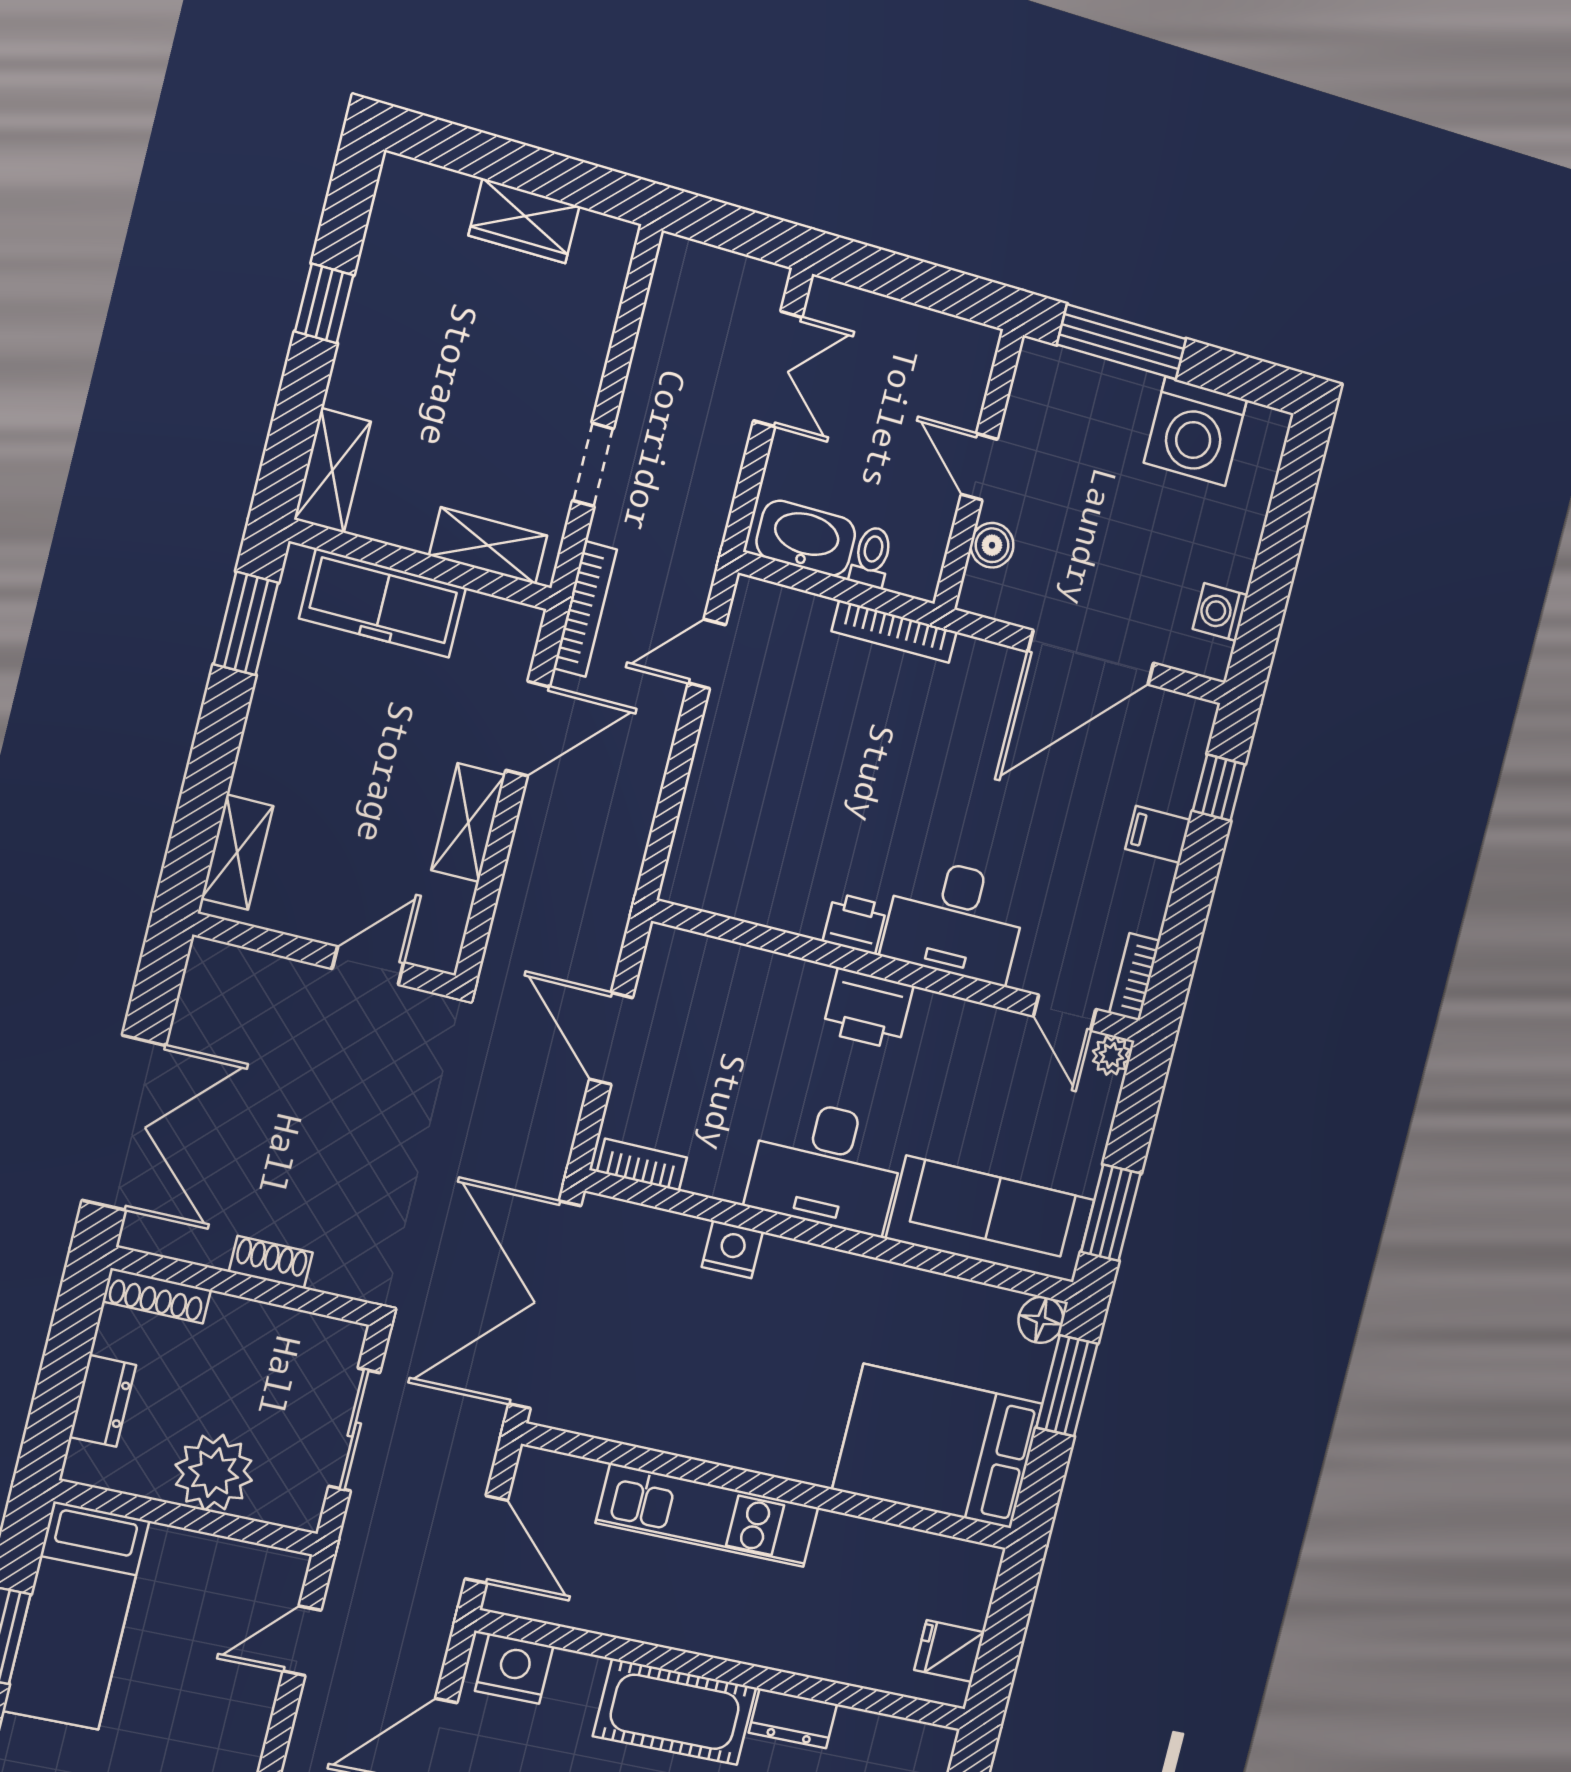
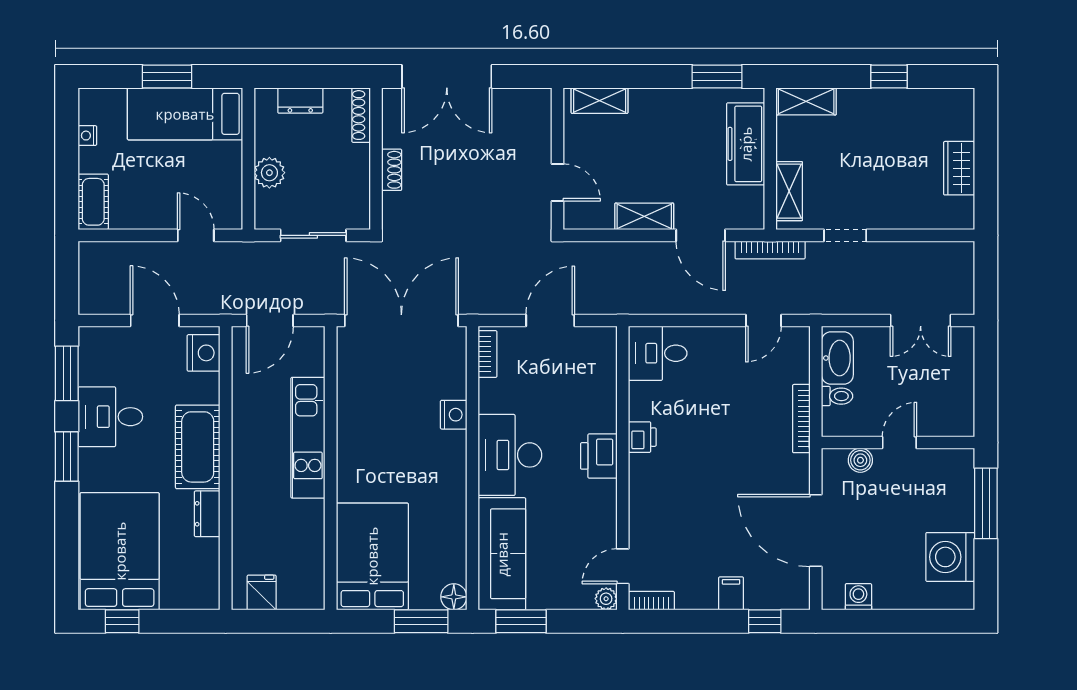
door: (707, 654) -> (763, 320), swing flipped
desk: (955, 920) -> (658, 353), moved, width x0.73
plant: (214, 1473) -> (269, 173), width x0.73, depth x0.73

